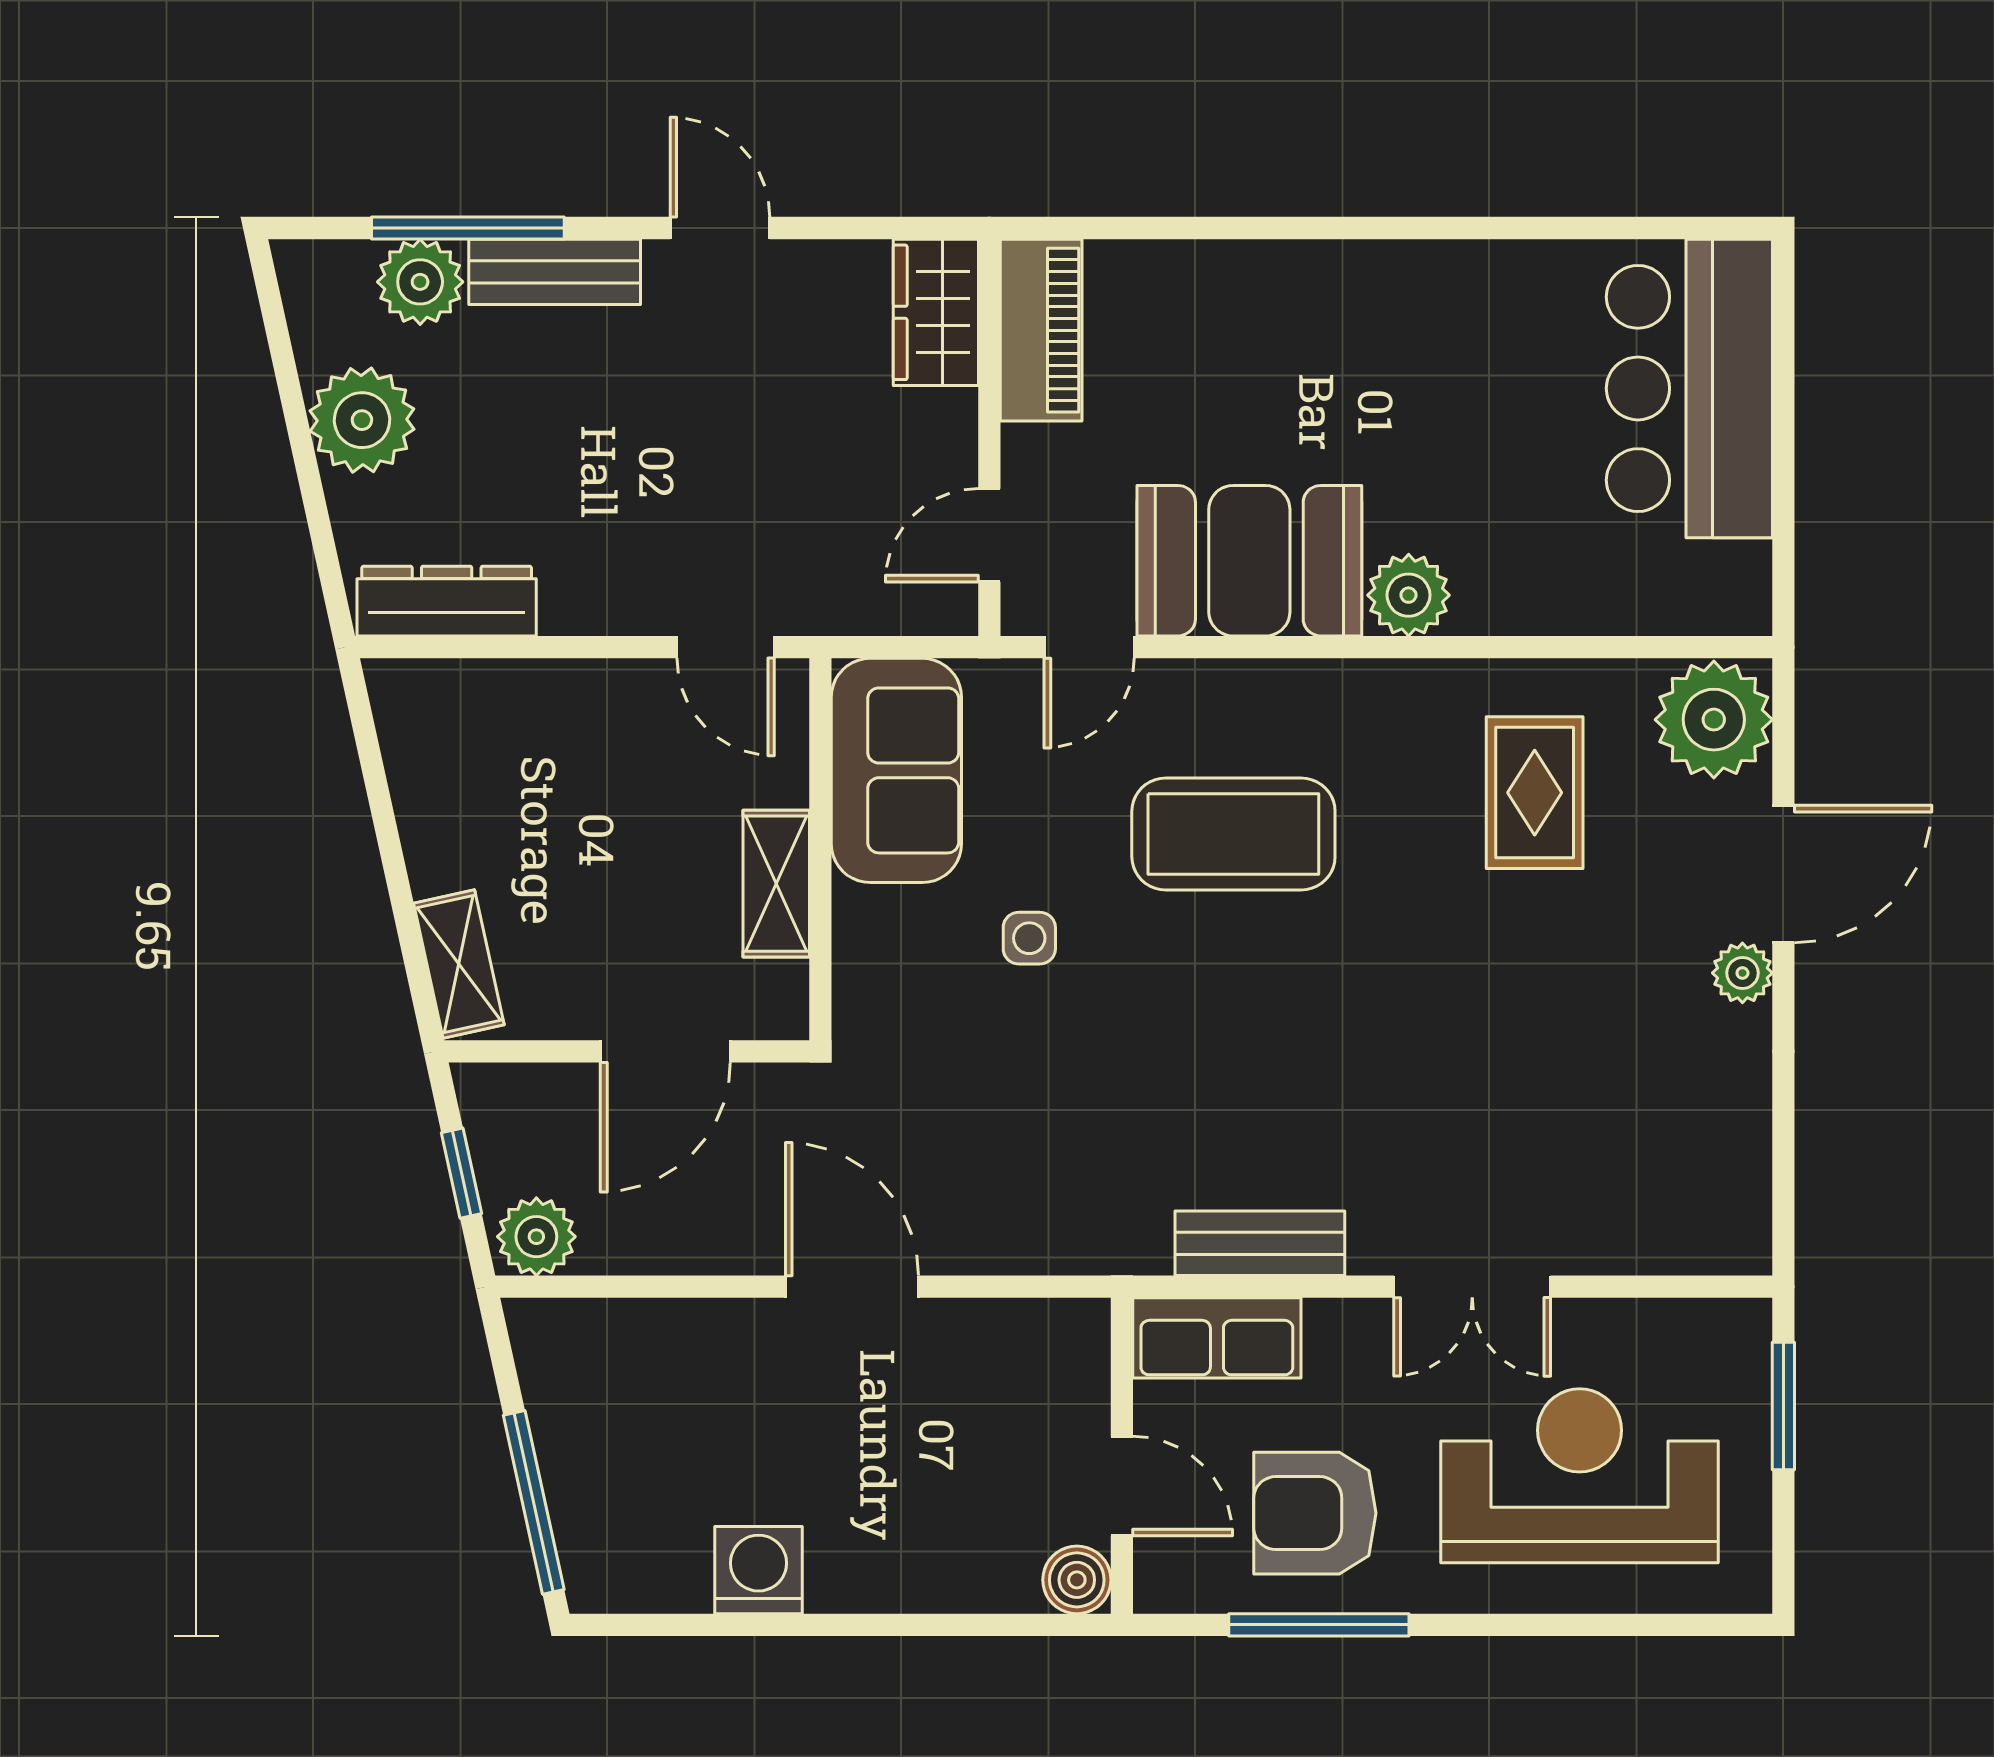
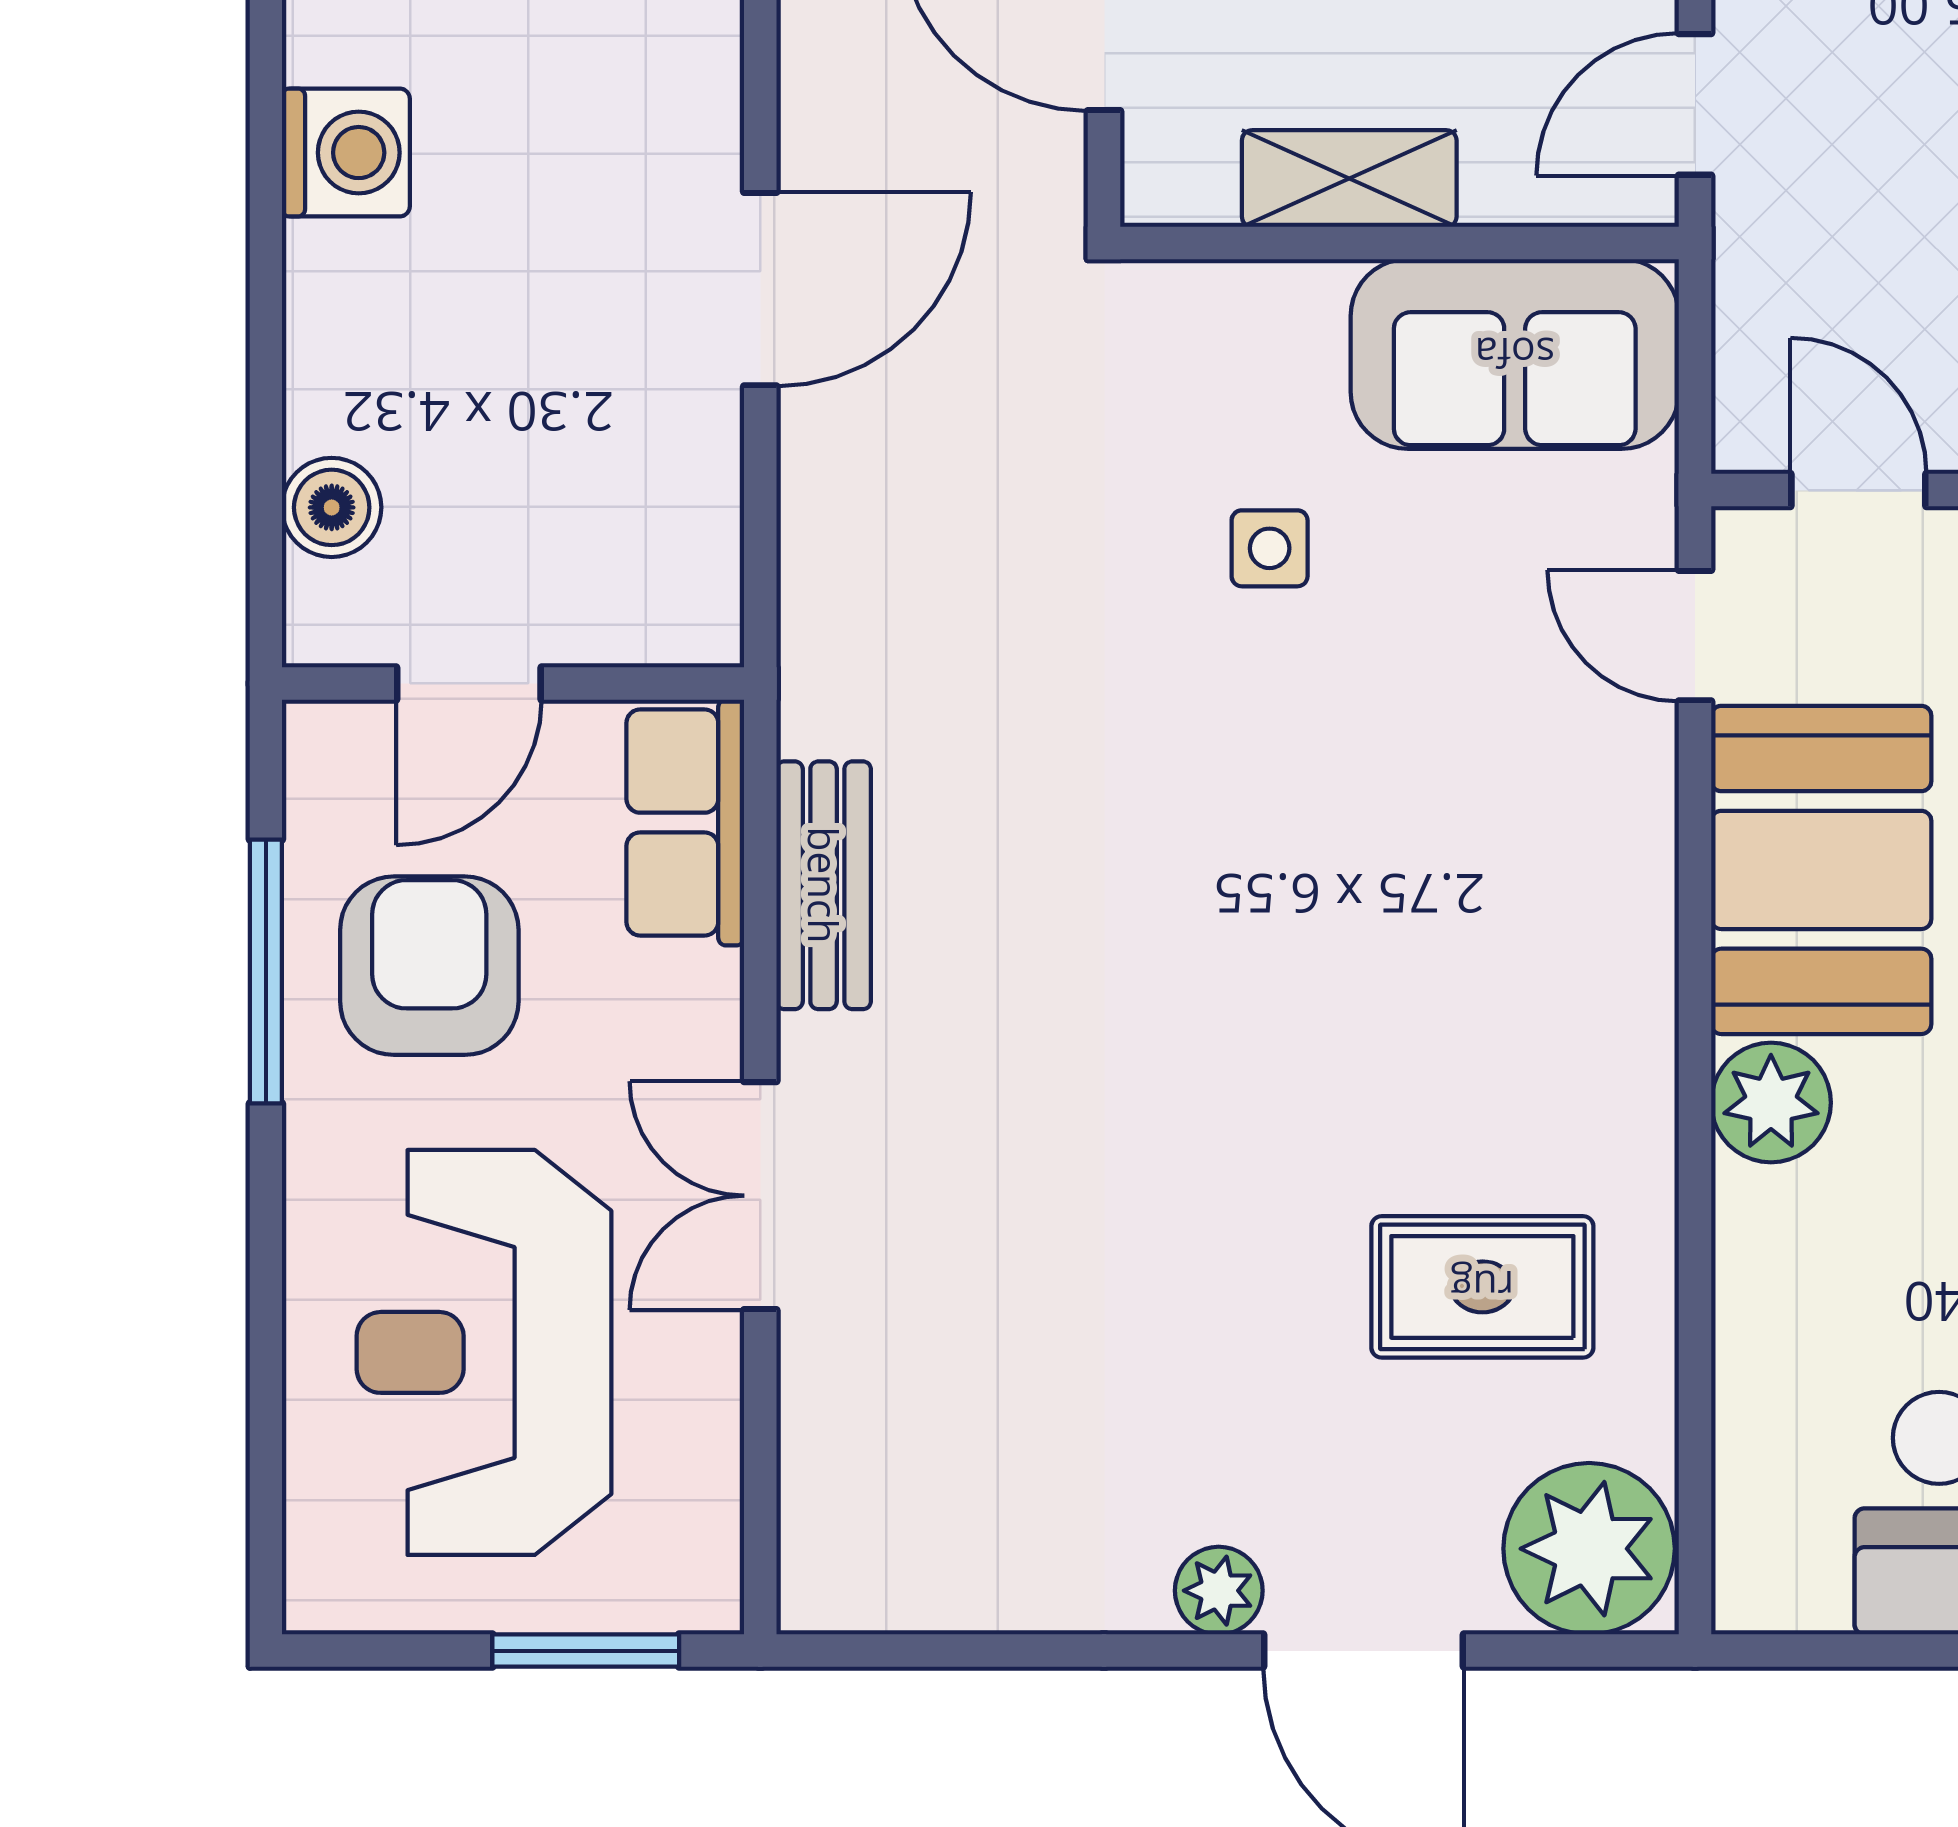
coffee table: (1233, 834) -> (1422, 847), removed
reception desk: (1580, 1476) -> (484, 1352), turned 180
boiler: (1077, 1580) -> (332, 507), moved

